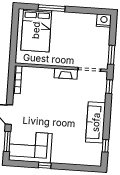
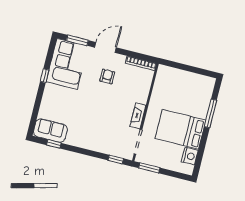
nightstand: (104, 21) -> (190, 156), moved
bed: (36, 30) -> (180, 129), moved
armchair: (35, 108) -> (107, 76), added
sofa: (96, 122) -> (50, 130), moved, width x0.73

